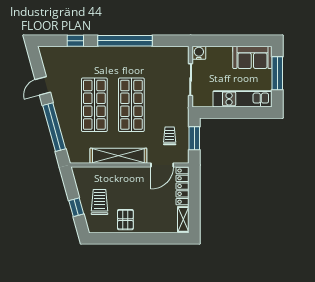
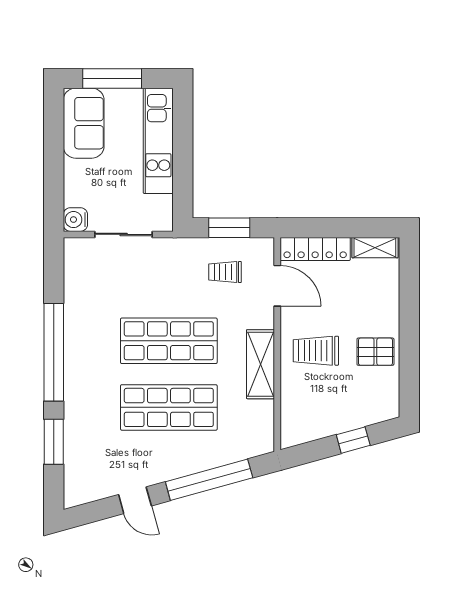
window: (75, 41) -> (54, 442), width x1.50
shelving: (118, 156) -> (260, 364), width x0.68
trolley: (100, 202) -> (316, 351), moved

